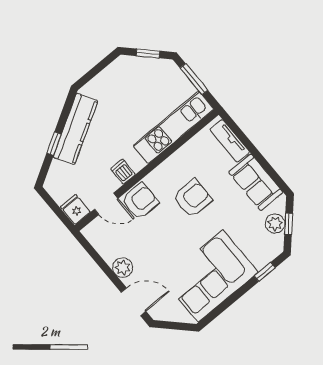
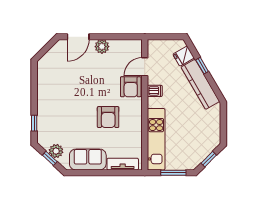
fridge: (75, 209) -> (184, 56), moved, turned 150
corner sofa: (210, 276) -> (57, 91), removed

